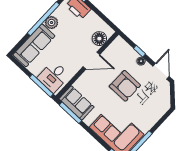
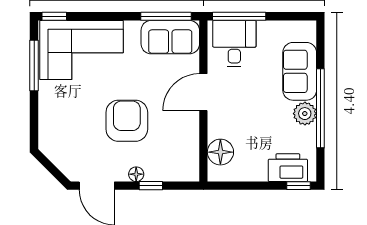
sofa: (34, 45) -> (300, 71), width x0.73
door: (91, 61) -> (203, 92), moved
armchair: (125, 86) -> (127, 121), turned 90

